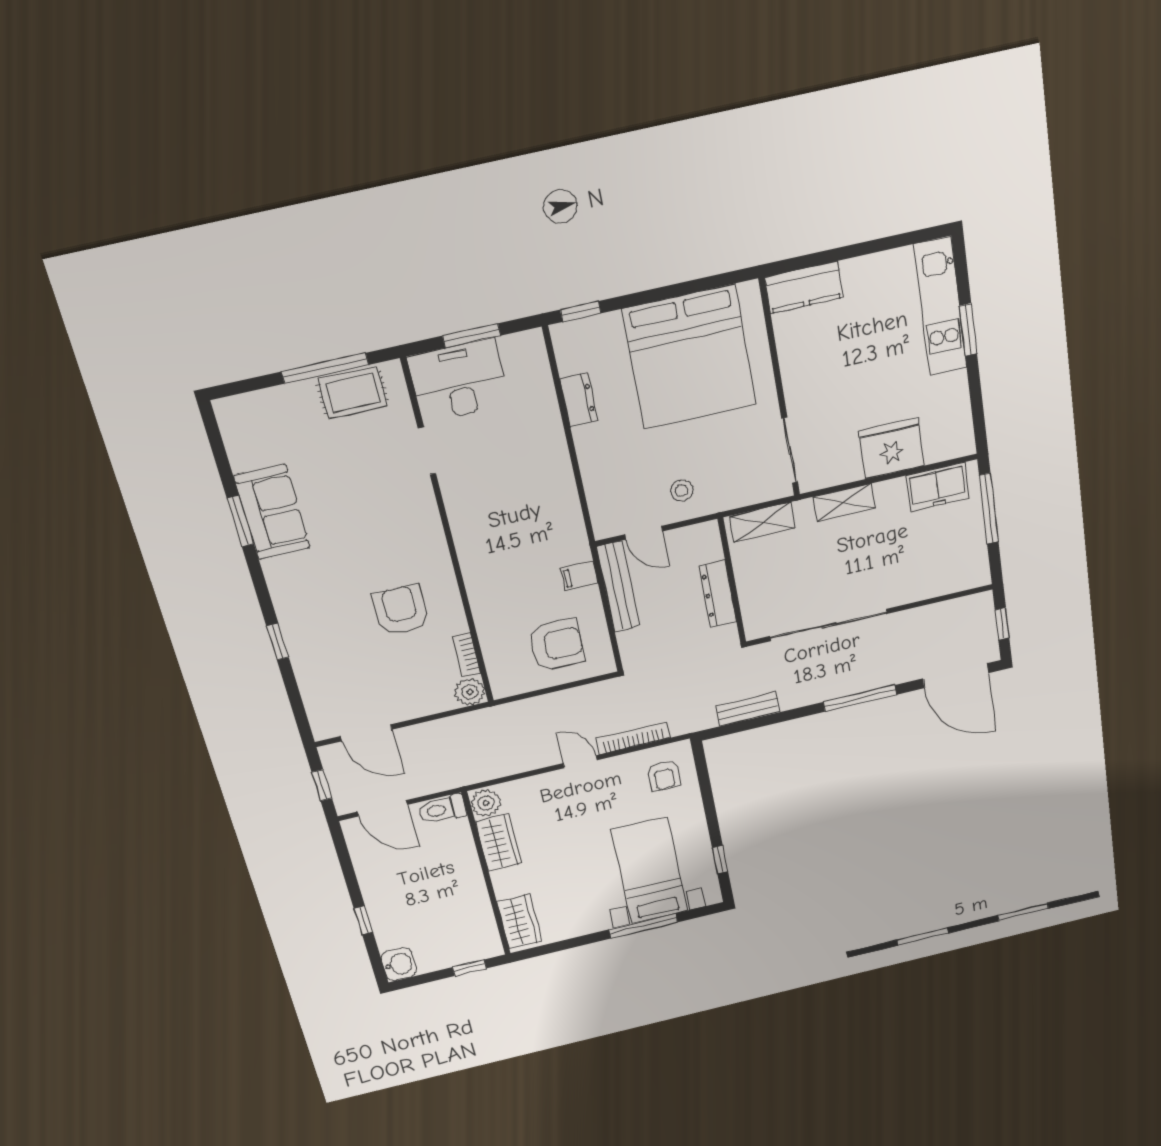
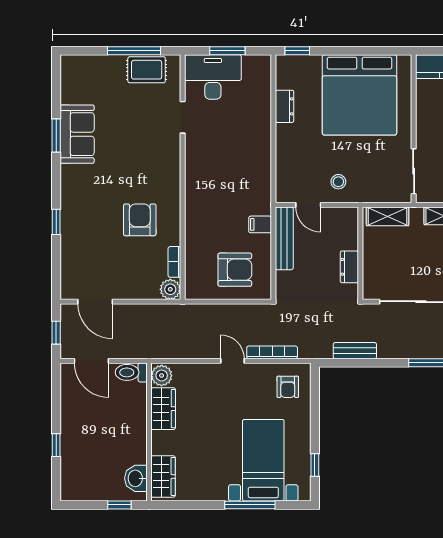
dresser: (718, 594) -> (349, 267), width x0.70
washbasin: (399, 964) -> (136, 478), moved, turned 180

